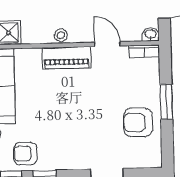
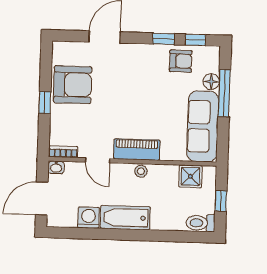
window: (166, 102) -> (45, 103), width x0.67
armchair: (138, 122) -> (73, 85), width x1.36, depth x1.36

